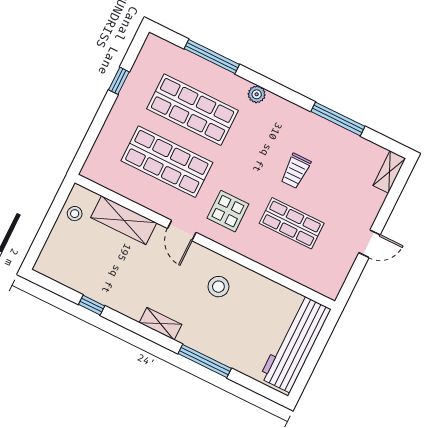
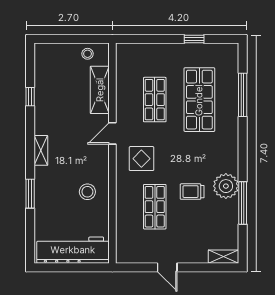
plant: (257, 94) -> (226, 186), moved, width x1.88, depth x1.88
shop shelf: (167, 162) -> (155, 100), width x0.70, depth x0.74
stool: (218, 287) -> (87, 192), moved
window: (205, 361) -> (30, 194), width x0.69

